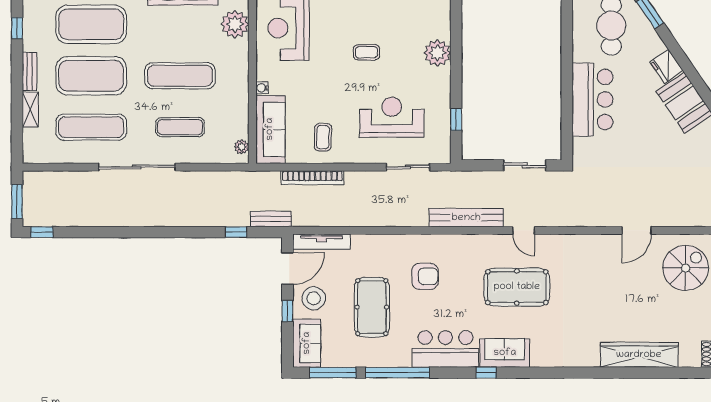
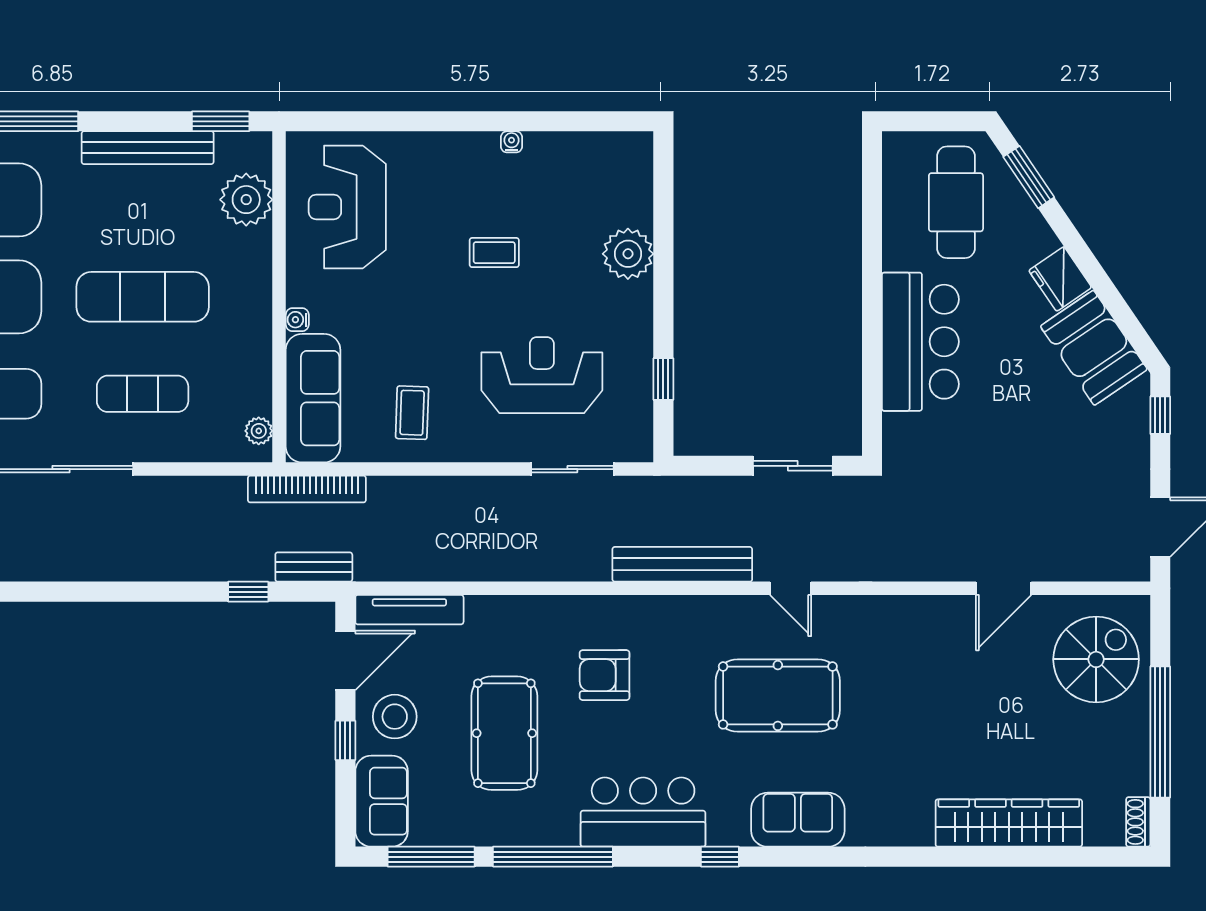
bookcase: (312, 178) -> (307, 489), moved
armchair: (425, 276) -> (605, 675), turned 180
sofa: (505, 353) -> (798, 820), moved

